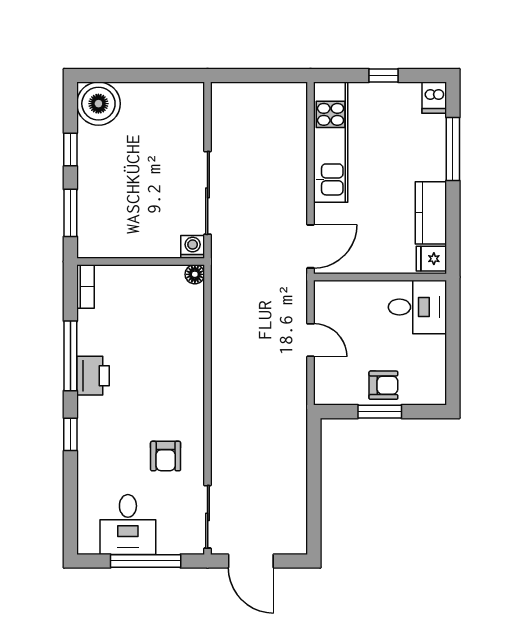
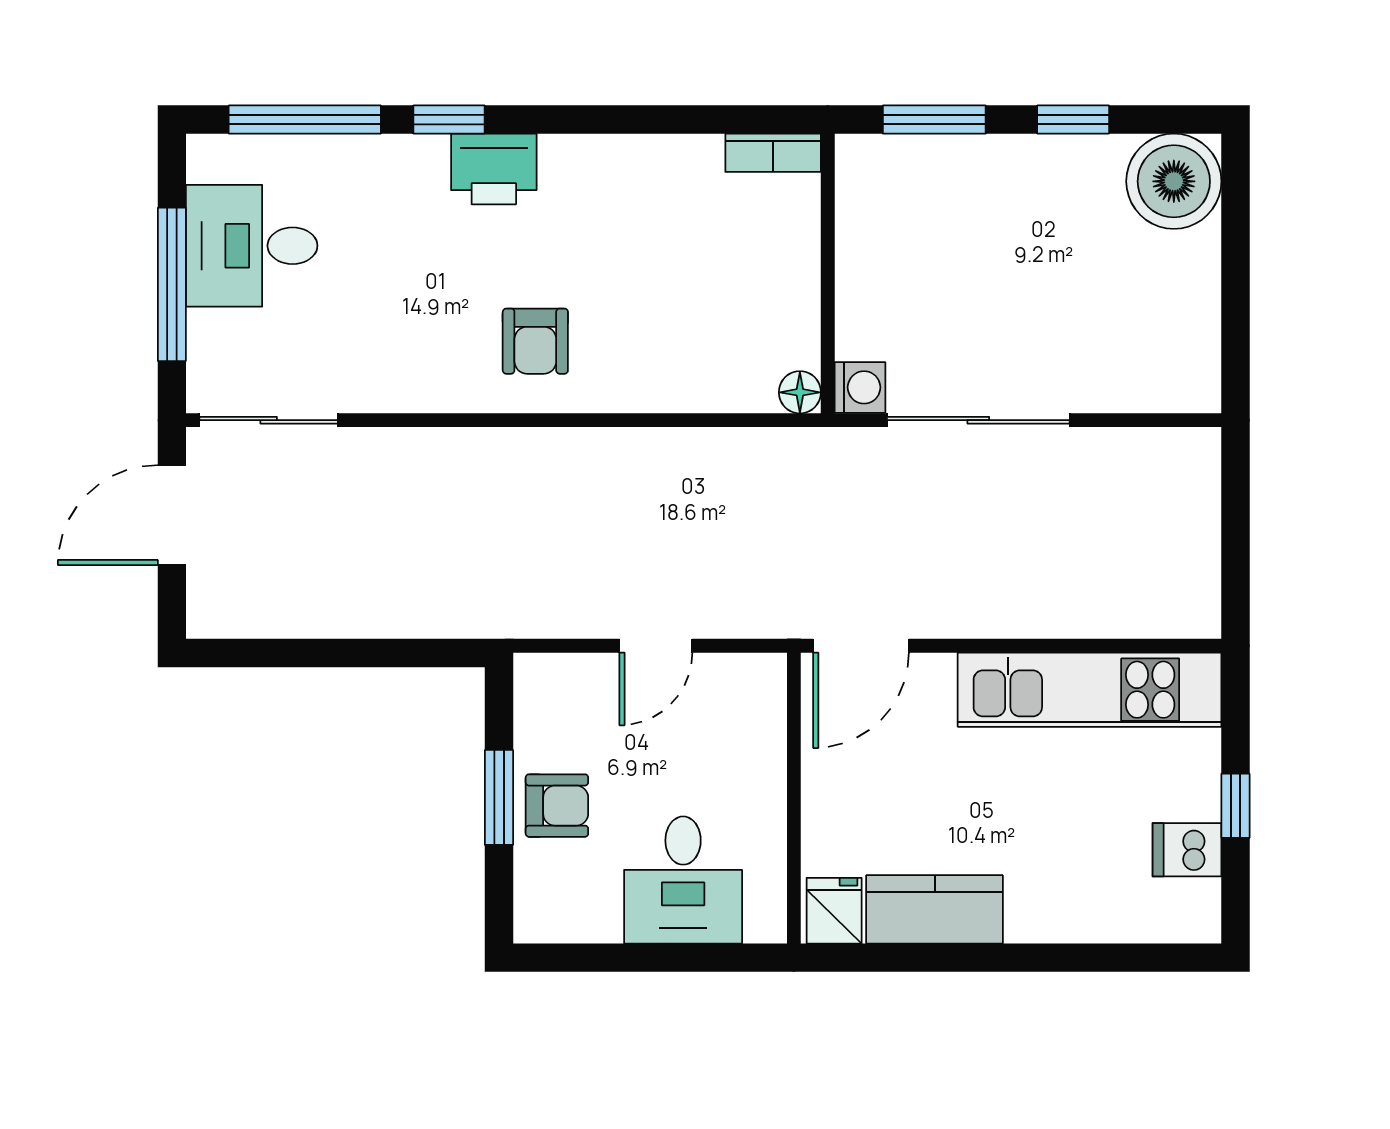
dishwasher: (434, 98) -> (1187, 850), moved
window: (453, 149) -> (1074, 958), removed
door: (310, 246) -> (861, 646), hinge flipped
desk: (417, 307) -> (683, 880), moved
window: (70, 356) -> (305, 120), moved
printer: (93, 376) -> (494, 169), moved
armchair: (383, 385) -> (557, 806), turned -90
armchair: (166, 456) -> (535, 341), moved, turned -90

